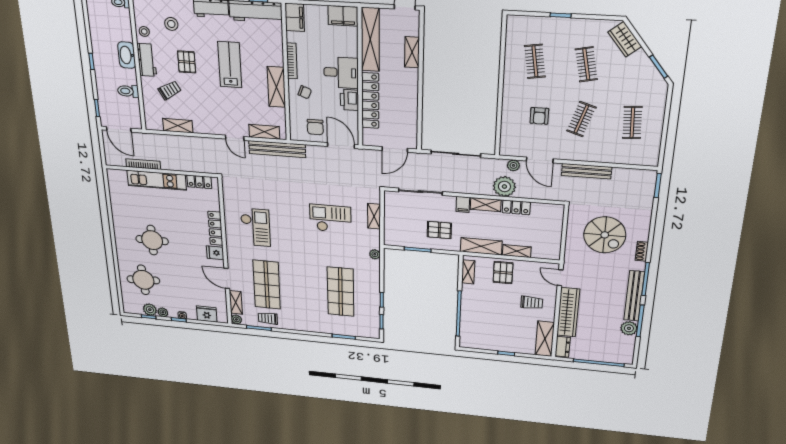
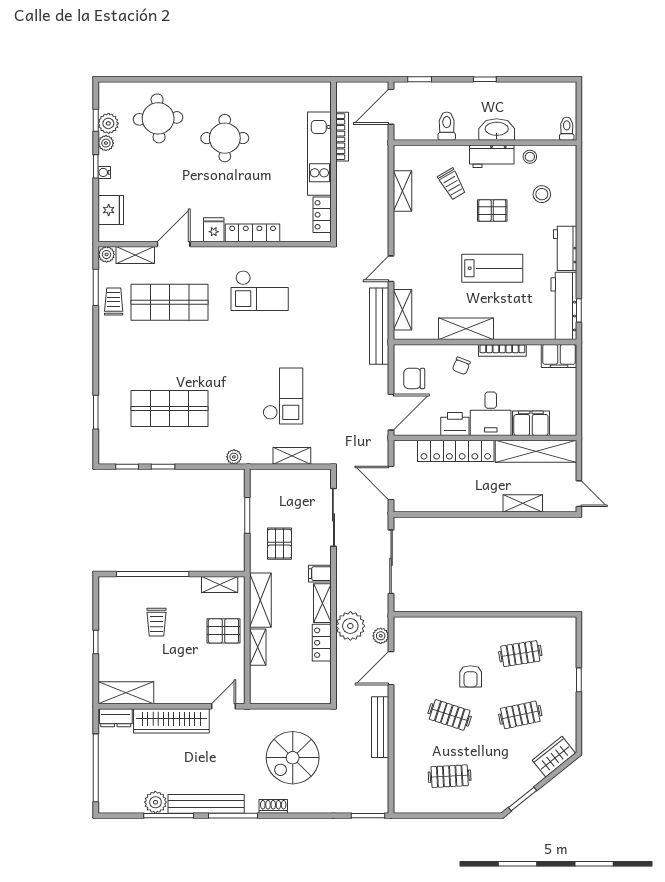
filing cabinet: (343, 16) -> (531, 423), moved, turned 90
armchair: (539, 116) -> (471, 676), moved, turned -90
trolley: (532, 303) -> (156, 622), moved

